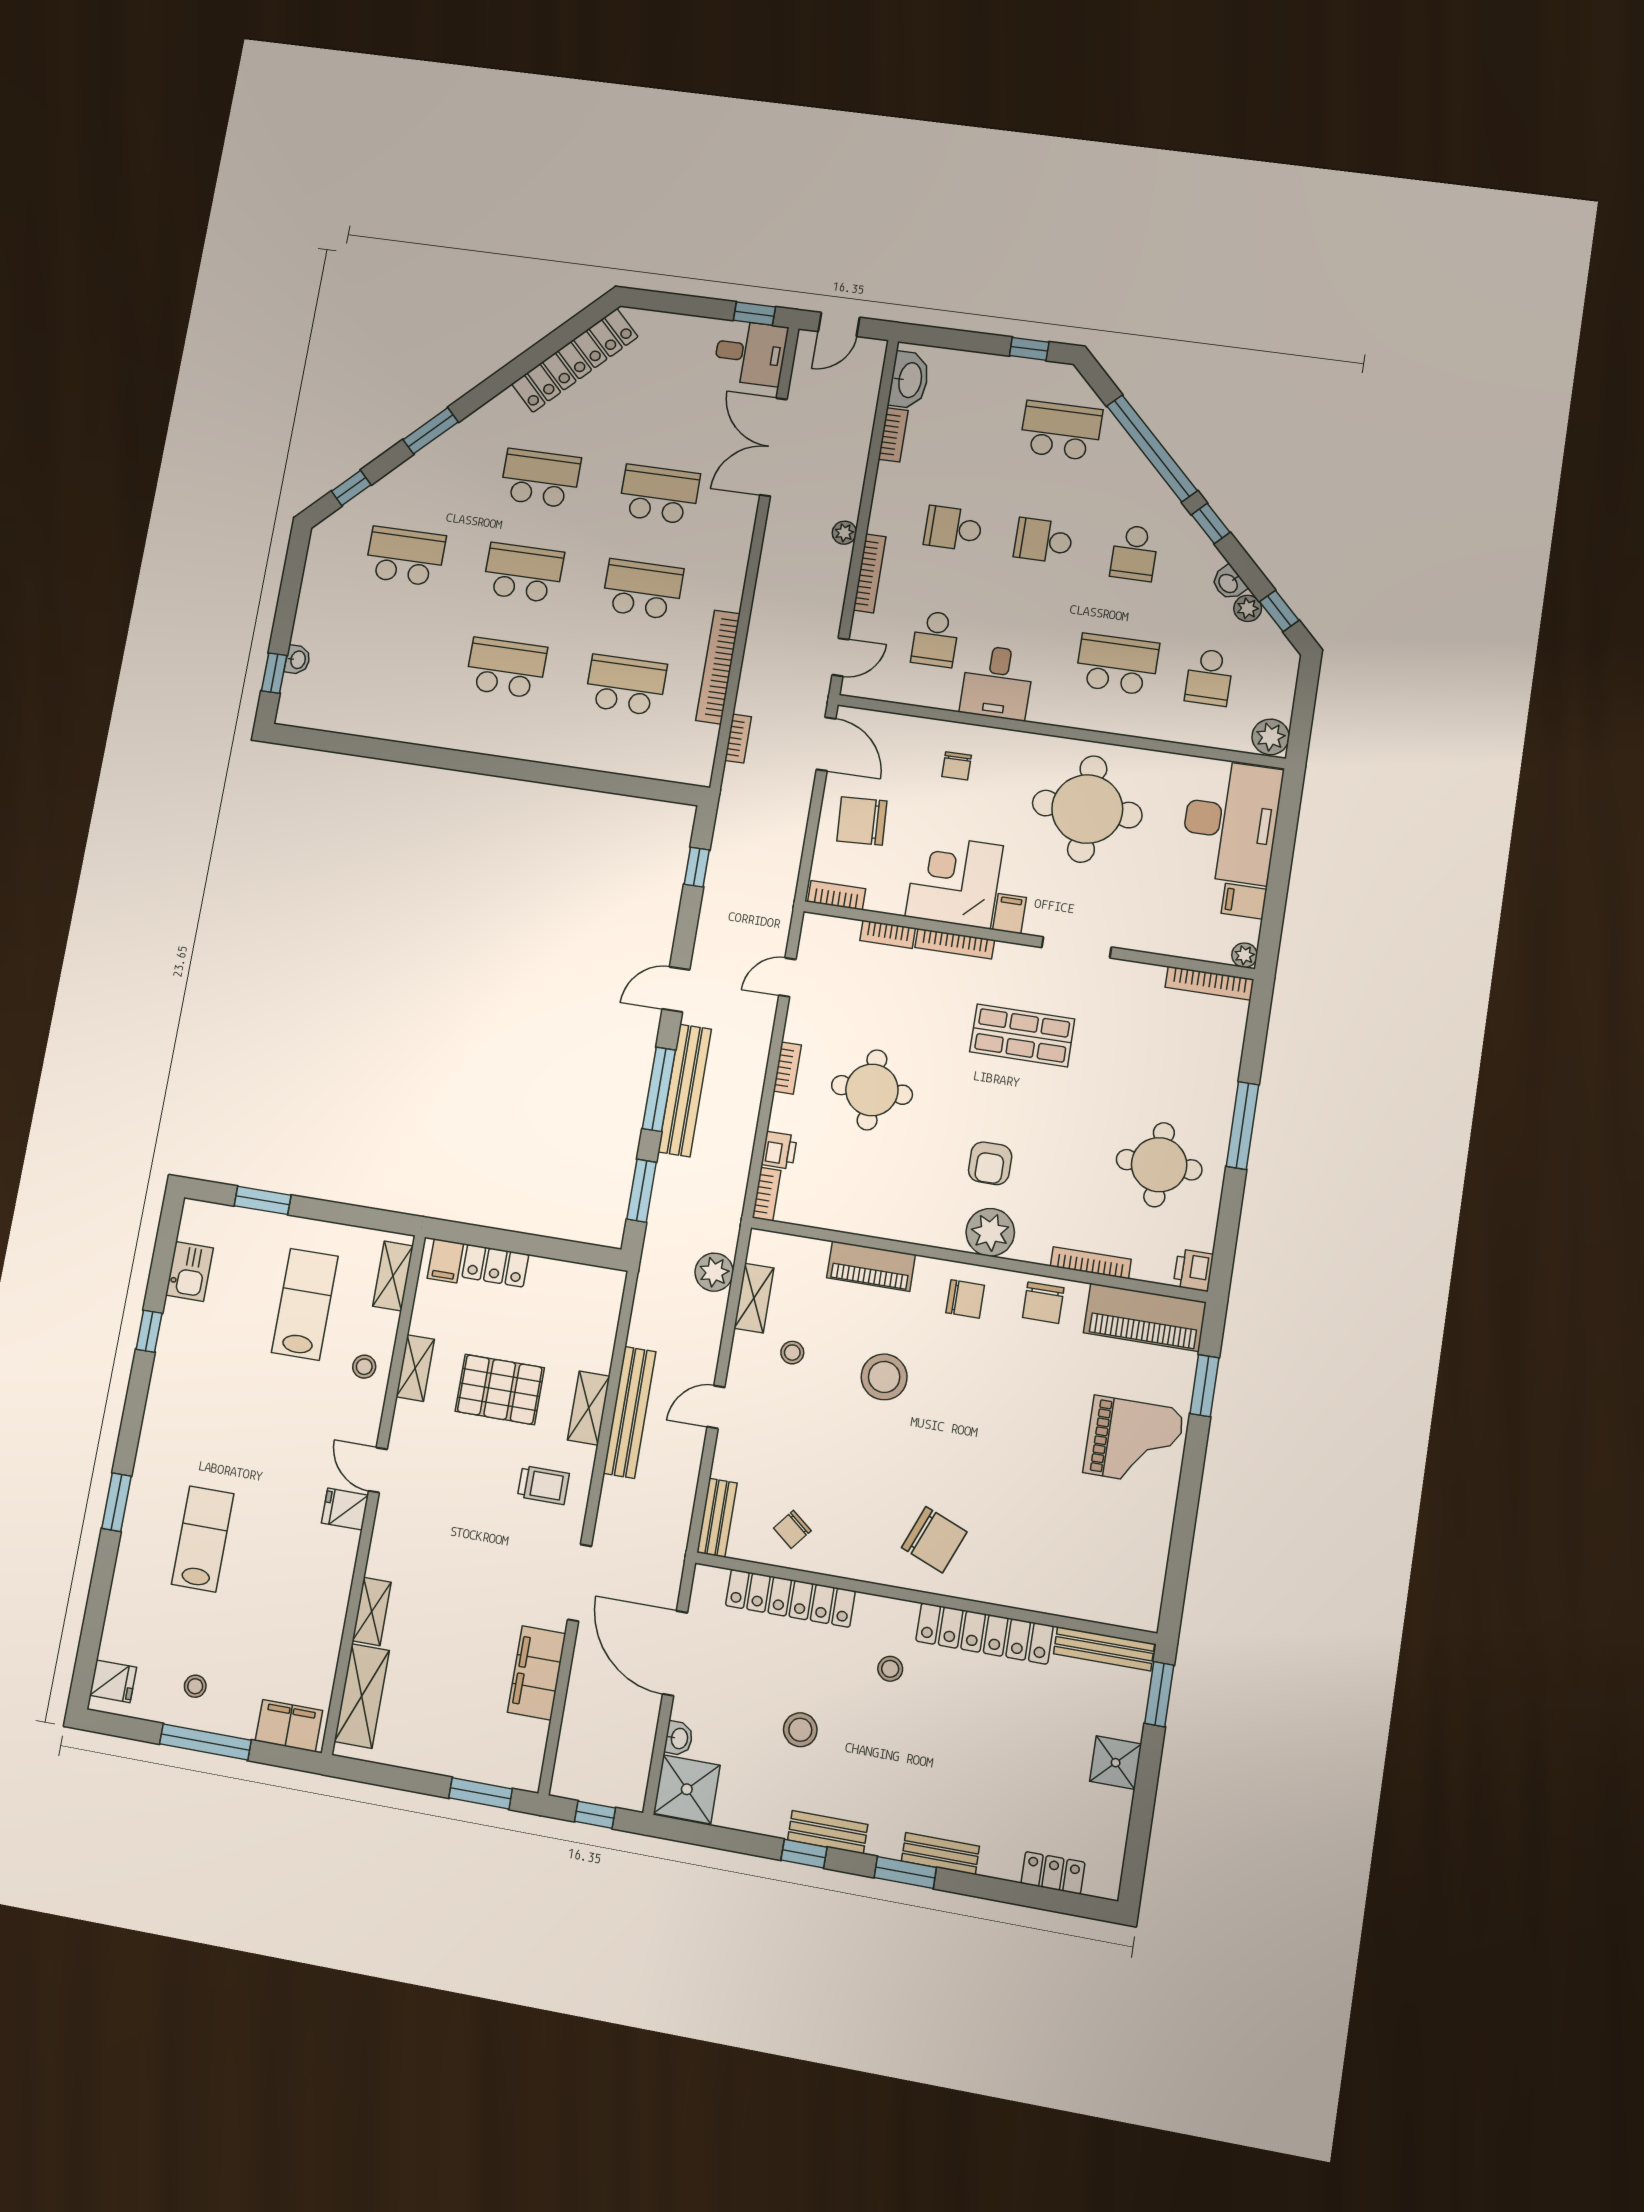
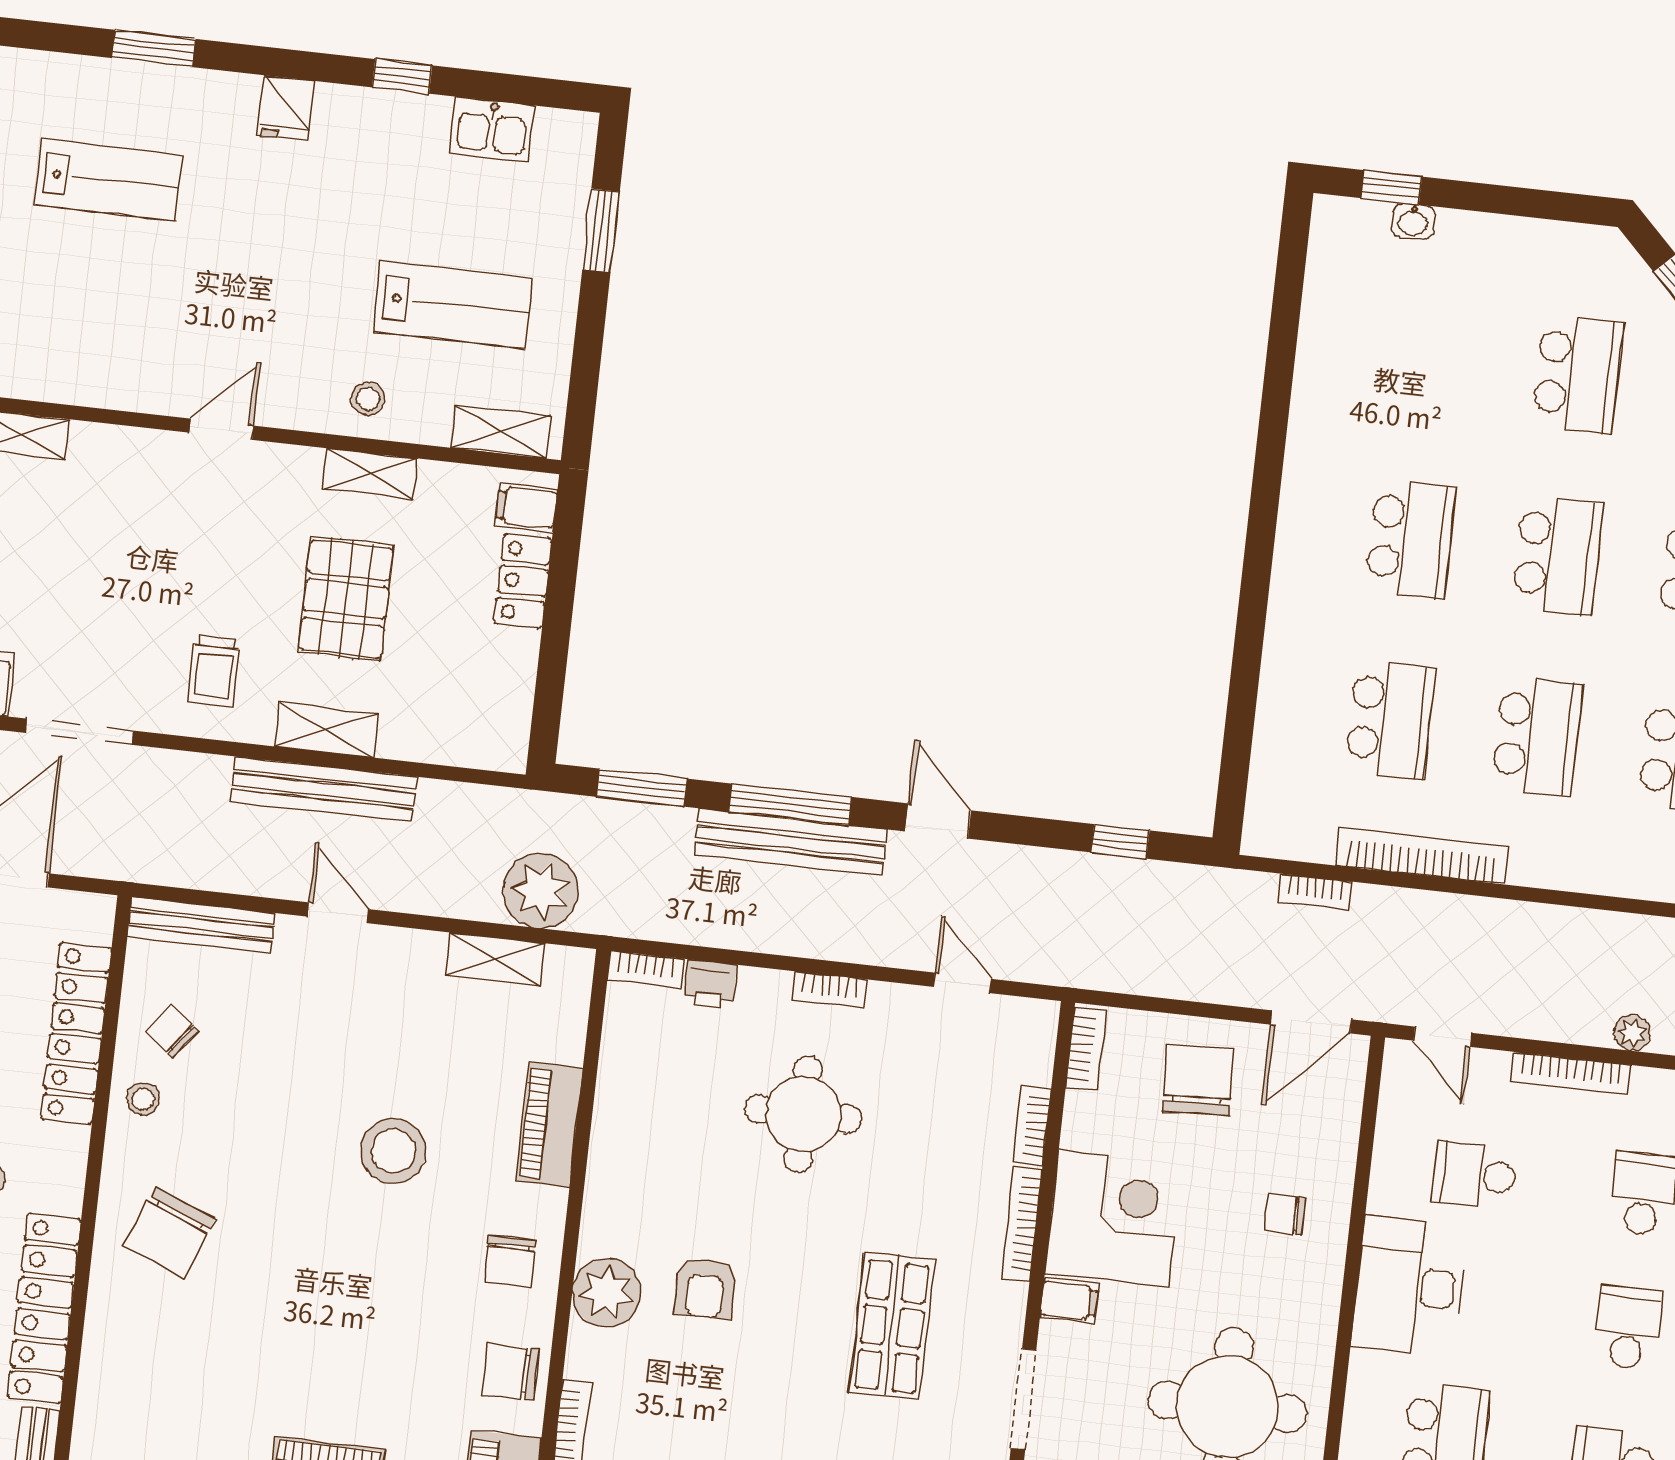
desk: (997, 682) -> (1410, 1286), width x1.37
armchair: (990, 1163) -> (705, 1288), turned -90
plant: (714, 1272) -> (541, 891), width x1.36, depth x1.36
stool: (792, 1353) -> (143, 1099), moved
fridge: (345, 1509) -> (286, 108), moved, turned 180
bench: (717, 1518) -> (201, 925), width x1.36

